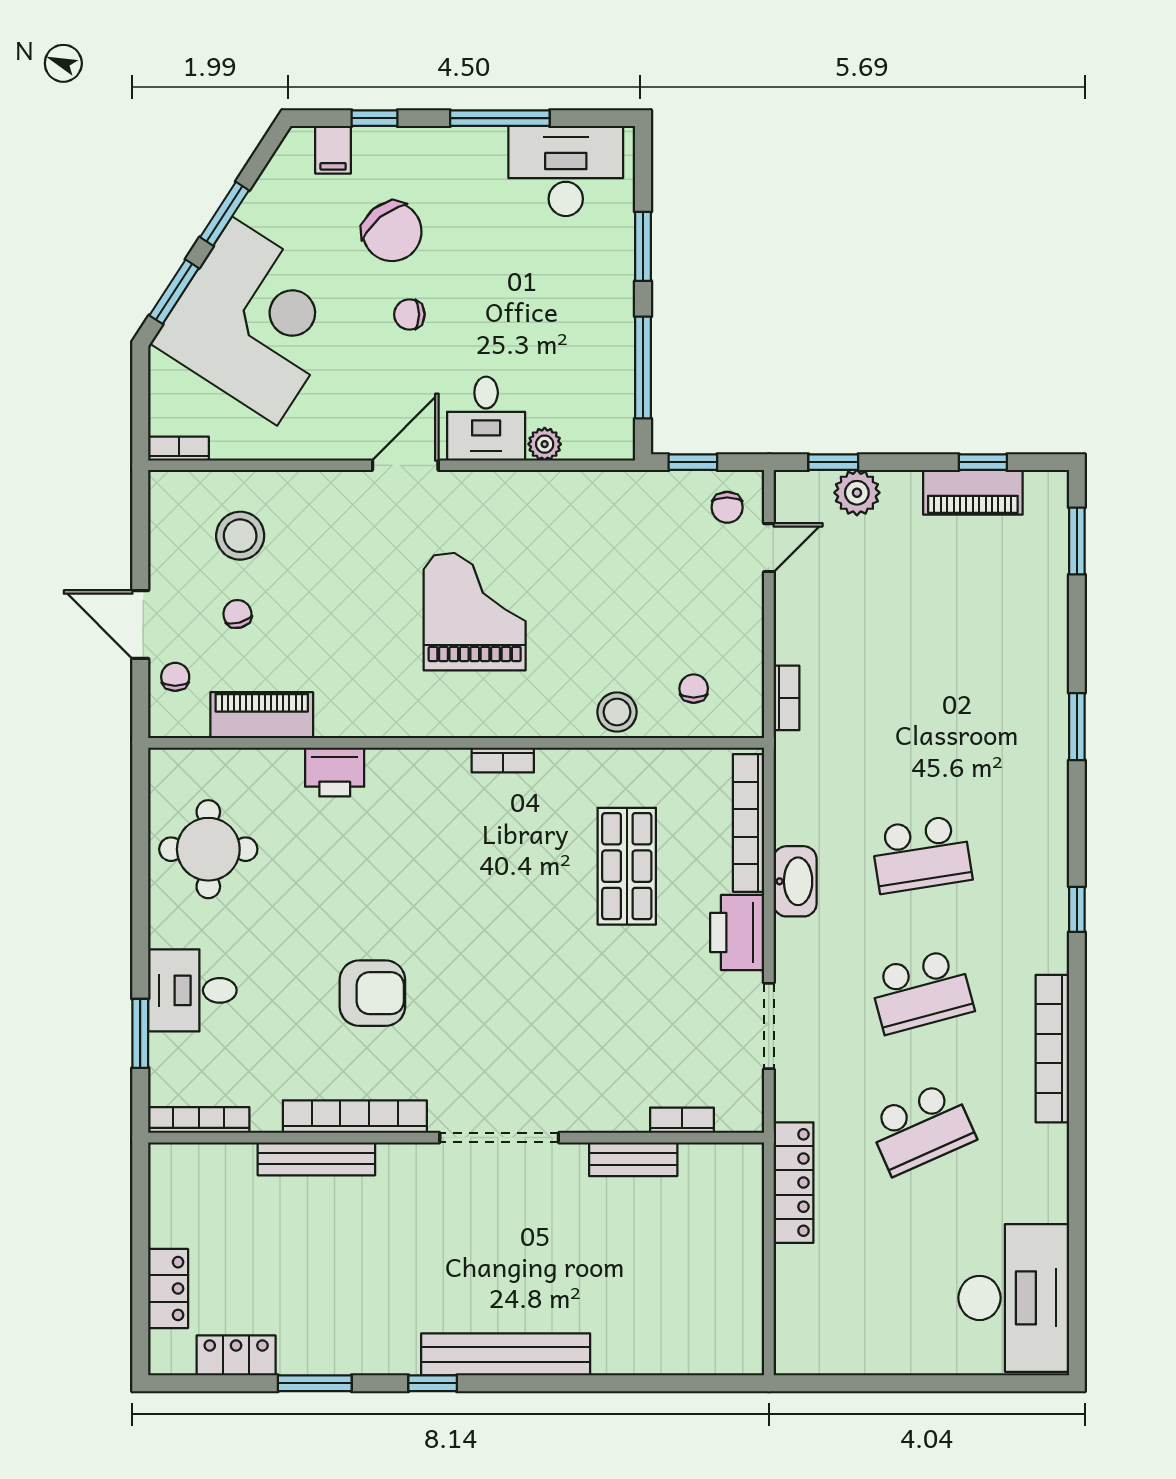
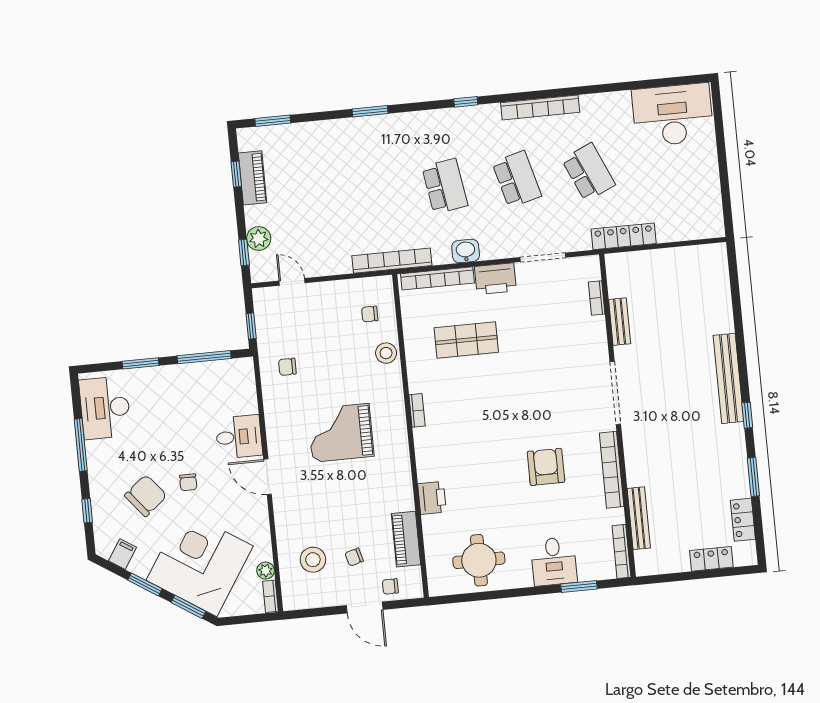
filing cabinet: (333, 150) -> (122, 554), moved, turned -57
plant: (545, 444) -> (266, 571), moved
chair: (727, 507) -> (287, 367), moved, turned 180
door: (140, 625) -> (365, 607), hinge flipped
bookcase: (786, 698) -> (392, 261), width x2.31, depth x1.31
washbasin: (795, 881) -> (466, 251), width x0.72
bench: (316, 1159) -> (639, 518), moved

